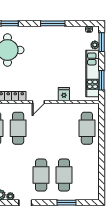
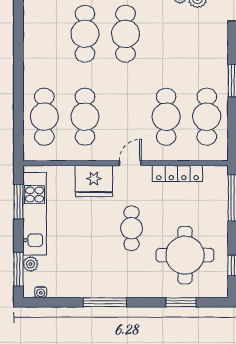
cafe table: (38, 65) -> (132, 228), added
fridge: (64, 94) -> (94, 181), width x1.88, depth x1.34
cafe table: (64, 128) -> (85, 117), added

